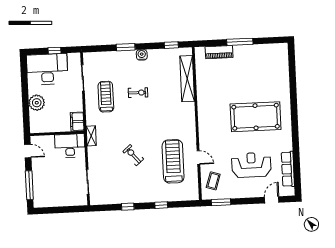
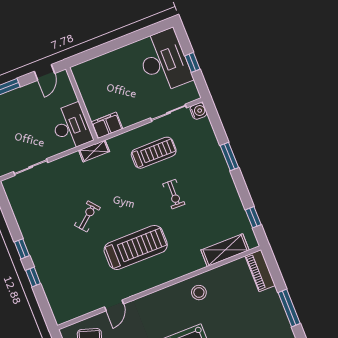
piano: (219, 52) -> (260, 271), moved
water cooler: (142, 55) -> (199, 111), moved
shelving: (187, 79) -> (225, 250), width x0.68
stool: (209, 98) -> (199, 293), added
plant: (37, 103) -> (114, 62), removed
treadmill: (173, 161) -> (136, 247), moved
window: (128, 207) -> (22, 249), moved

